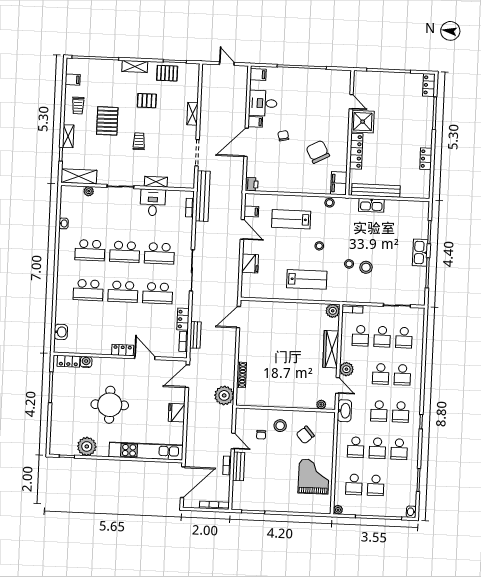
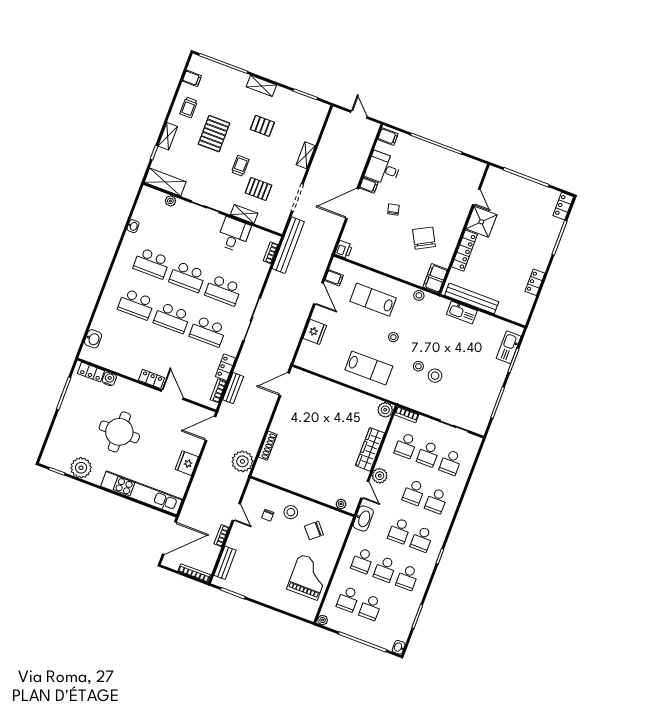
pallet: (167, 73) -> (258, 189), moved
kitchen sink: (420, 253) -> (509, 347), moved
bench: (239, 466) -> (225, 563), moved

